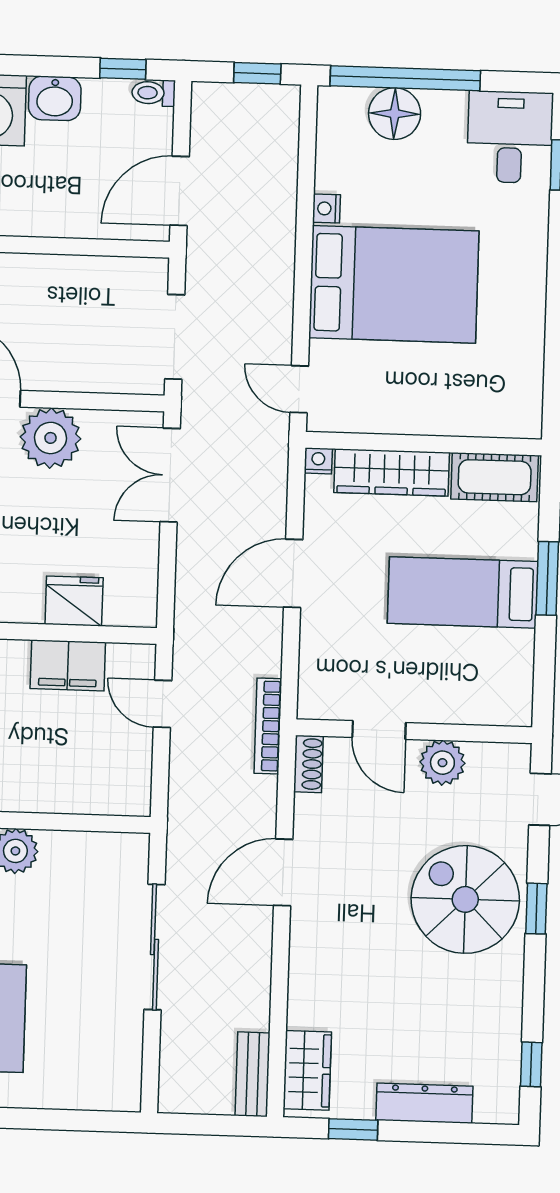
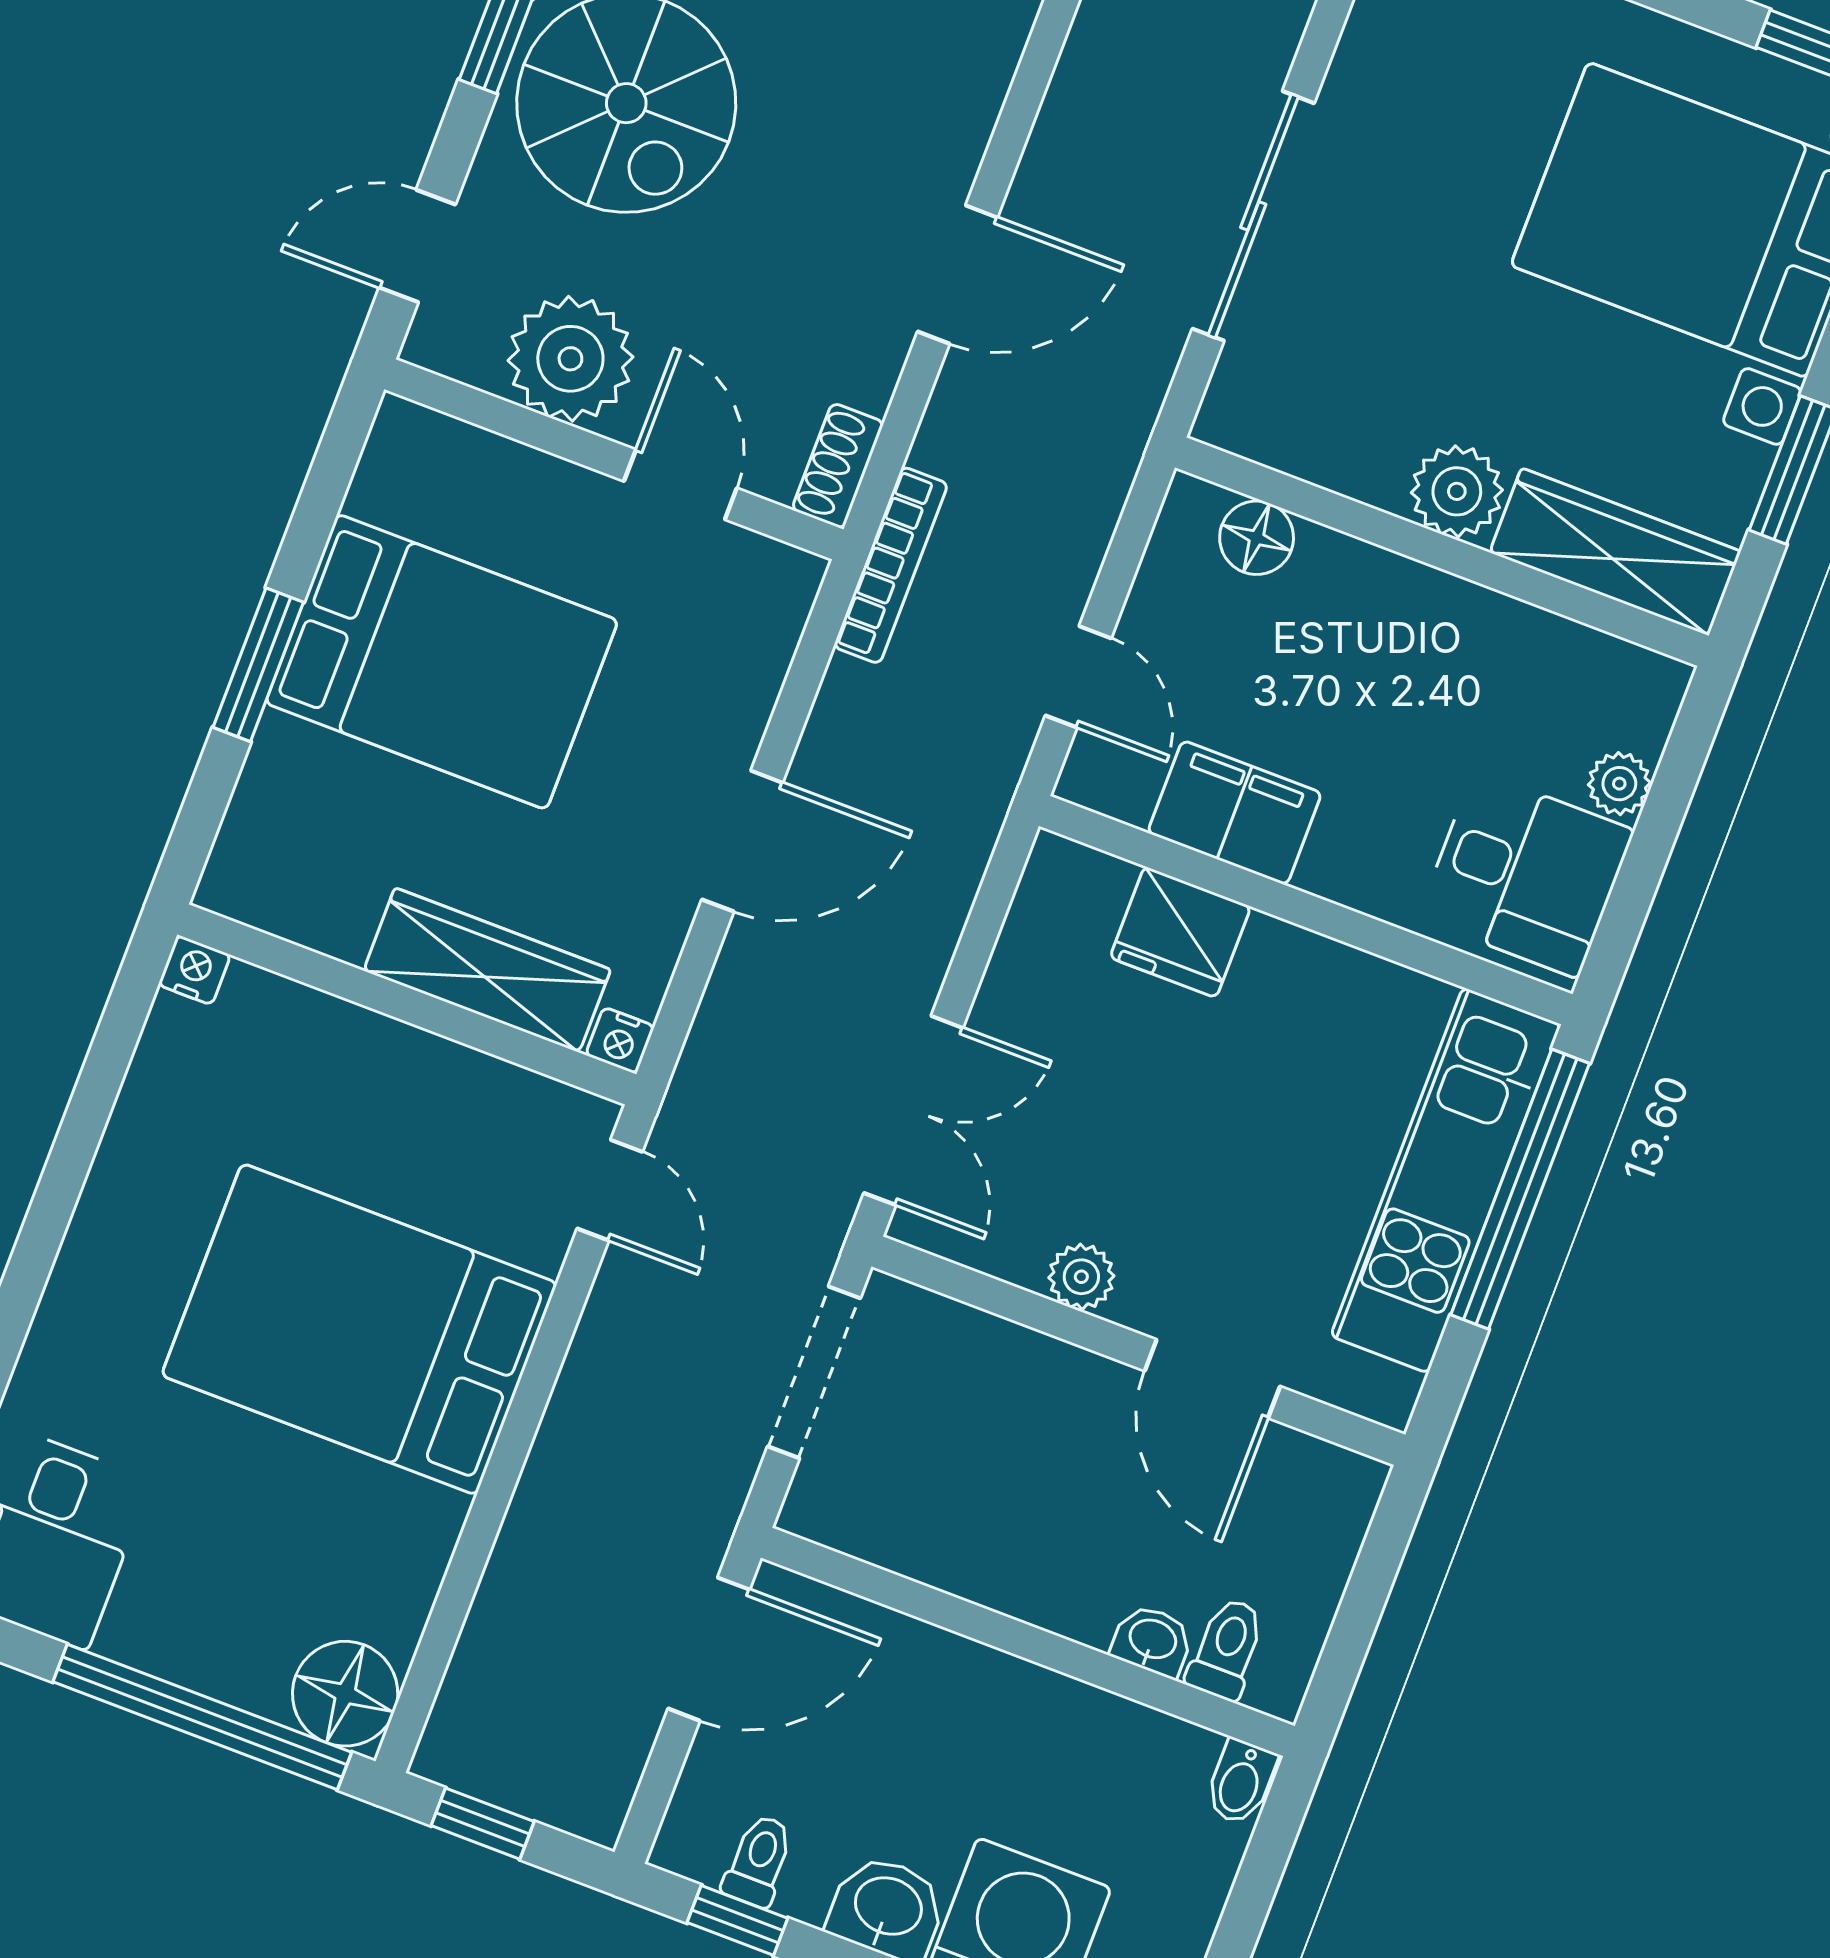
toilet: (154, 93) -> (759, 1861), moved, turned -90
floor lamp: (395, 114) -> (345, 1694), moved
nightstand: (327, 209) -> (194, 970), moved, turned -90
plant: (51, 438) -> (1081, 1277), width x0.53, depth x0.53
cot: (495, 477) -> (293, 893), removed
bed: (463, 592) -> (442, 662), width x1.50
plant: (442, 763) -> (570, 359), width x1.36, depth x1.36
floor lamp: (101, 797) -> (1257, 538), added

